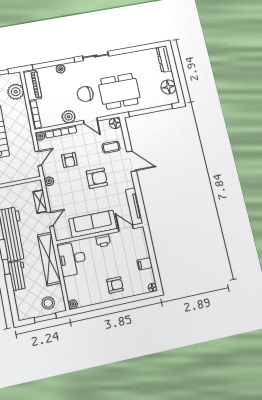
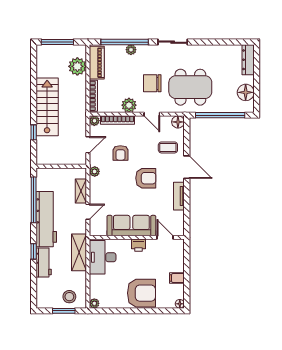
tv unit: (134, 206) -> (179, 196), moved, width x0.71
shelving: (49, 259) -> (79, 252), width x0.68
armchair: (115, 285) -> (141, 293), width x1.88, depth x1.88

